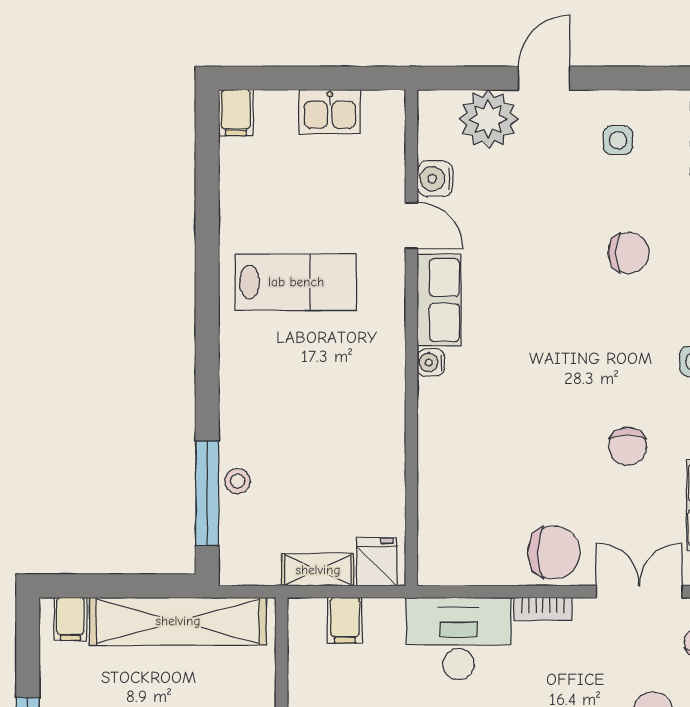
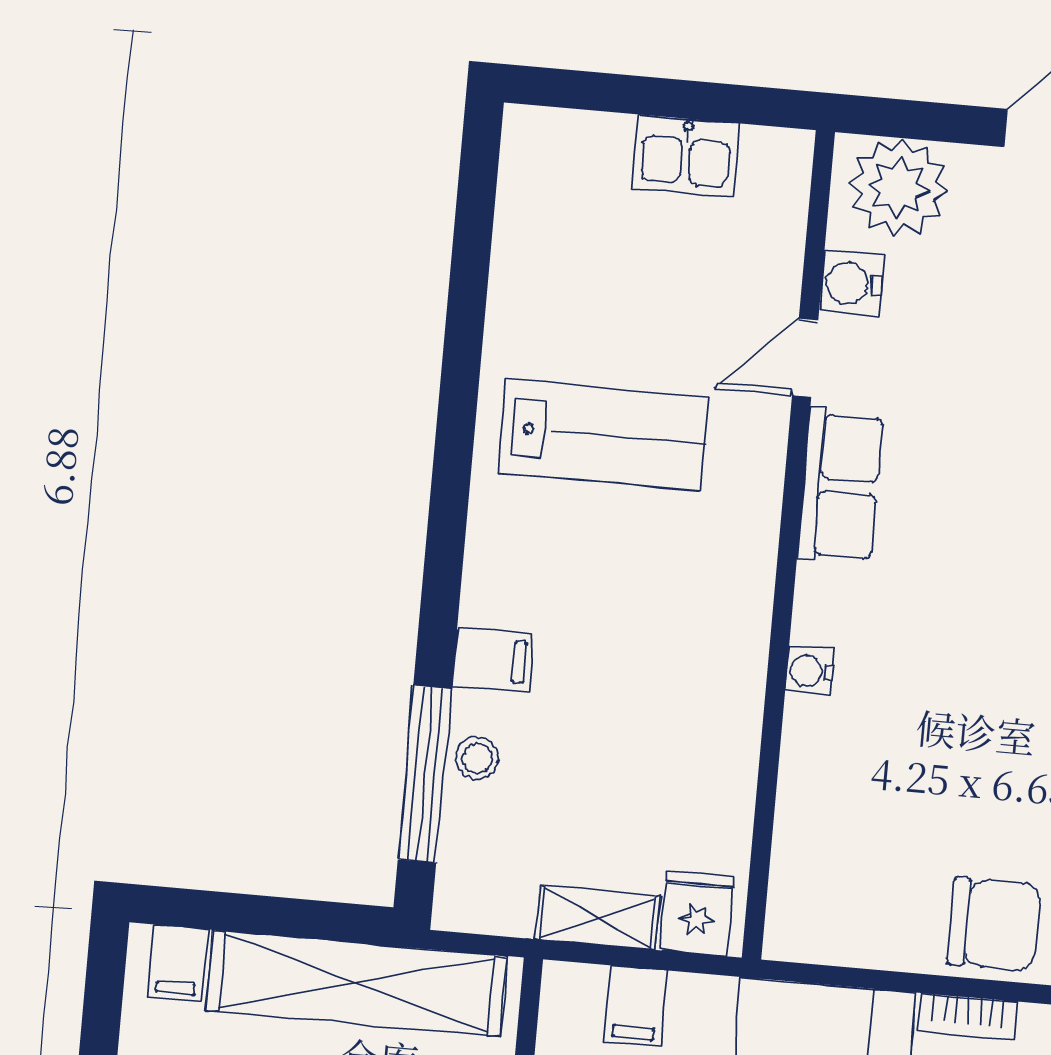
filing cabinet: (236, 113) -> (493, 660), moved, turned -90
plant: (488, 119) -> (898, 187), moved
door: (411, 226) -> (805, 358), swing flipped
water cooler: (431, 362) -> (810, 671), moved

